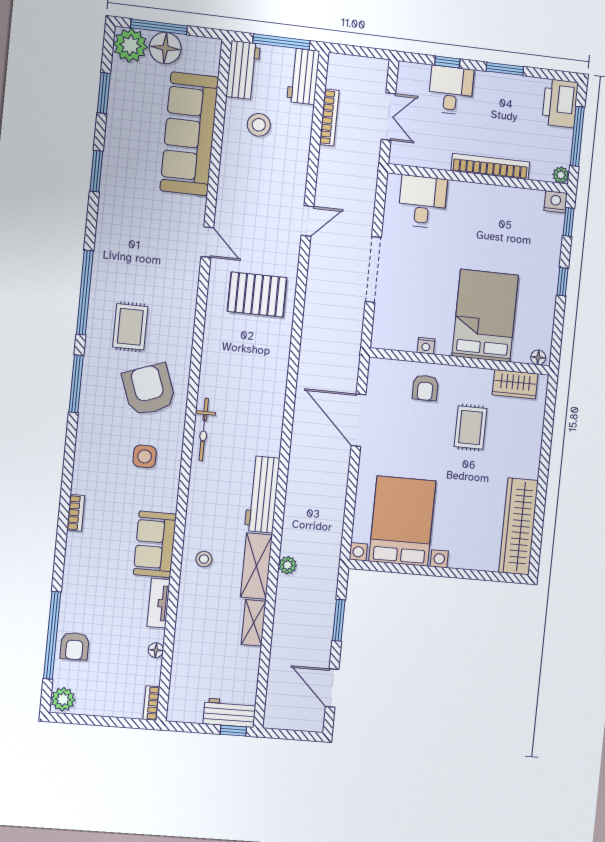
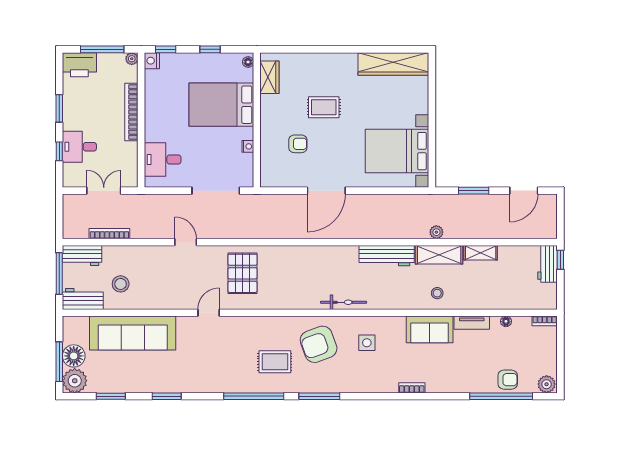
bed: (485, 316) -> (221, 105), moved
nightstand: (426, 346) -> (248, 146), moved
floor lamp: (538, 357) -> (248, 62), moved
wall: (460, 361) -> (257, 120), moved
wardrobe: (515, 384) -> (269, 77), moved

